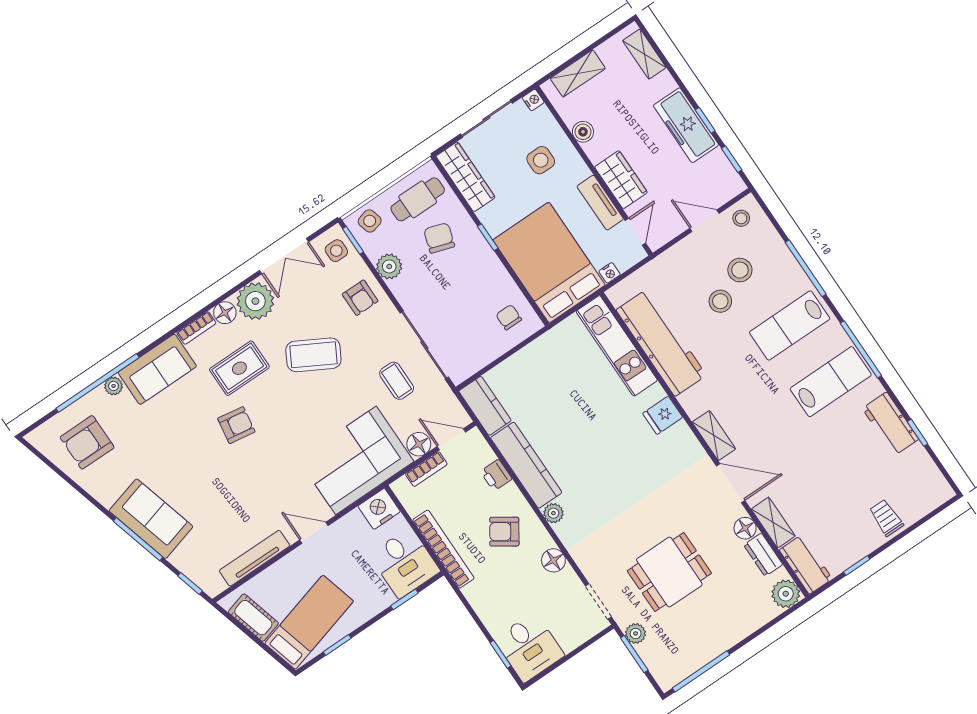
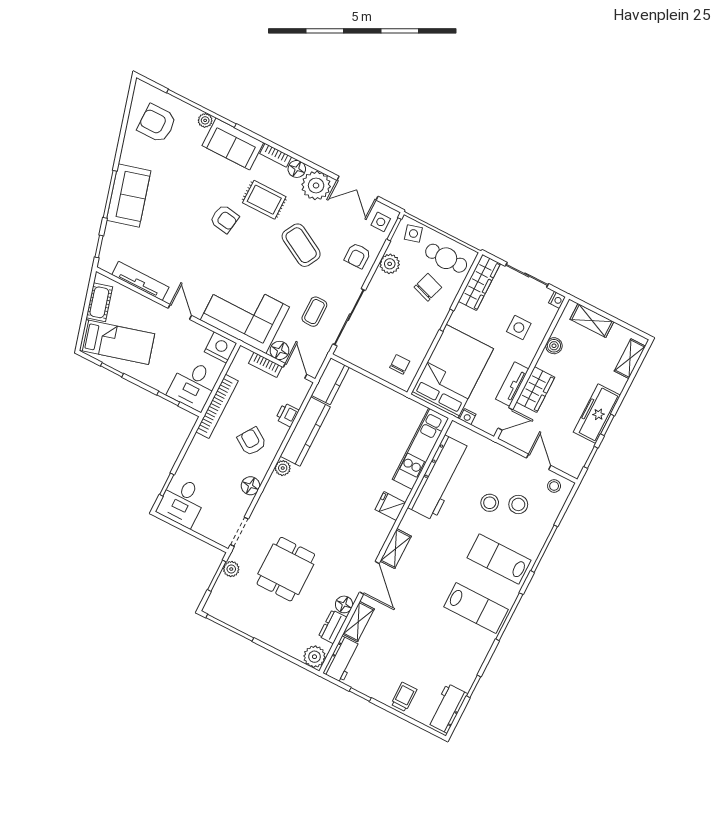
workbench: (890, 424) -> (447, 708), moved
dining table: (669, 572) -> (286, 569), turned 90

